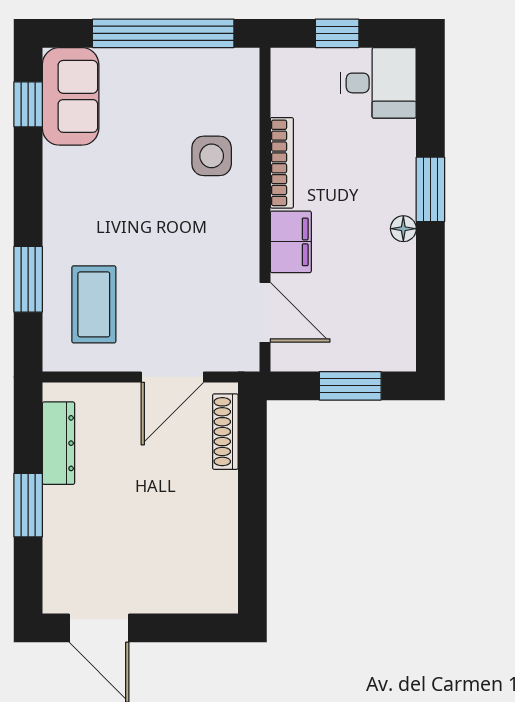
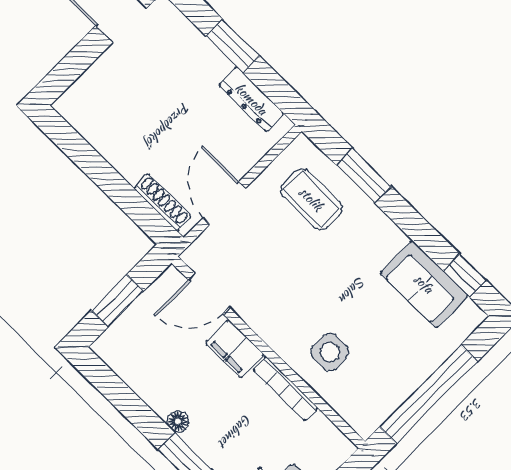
sofa: (71, 96) -> (424, 284), moved

